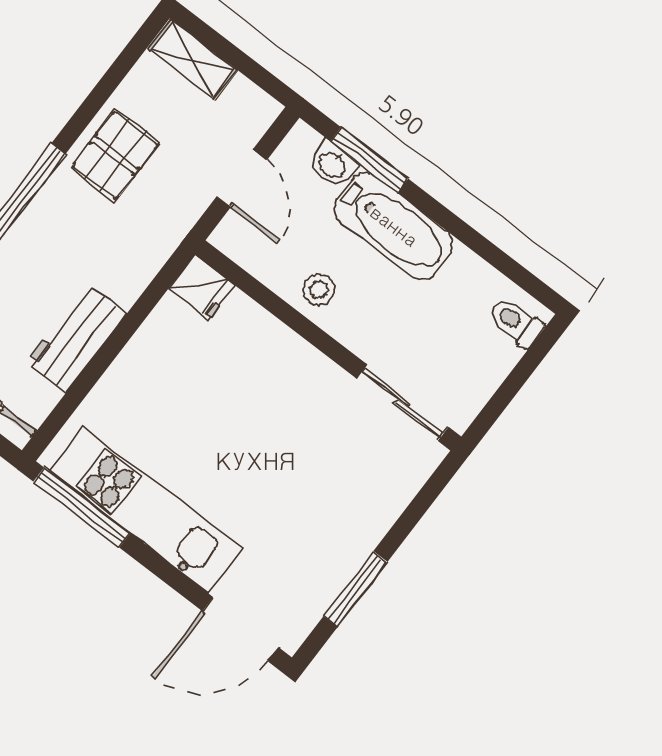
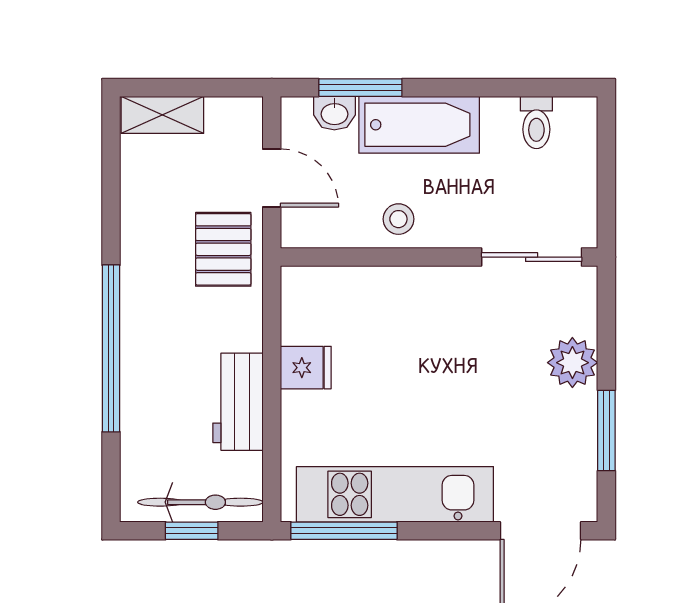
pallet: (115, 155) -> (223, 249), moved
fridge: (202, 287) -> (306, 368), moved
toilet: (516, 322) -> (536, 122), moved, turned -90
plant: (370, 513) -> (572, 363), added

